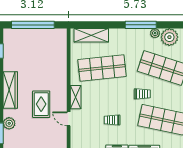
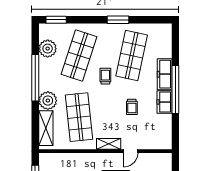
window: (141, 25) -> (35, 78), width x1.46
plant: (155, 33) -> (48, 101), moved, width x1.88, depth x1.88

